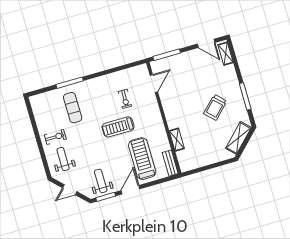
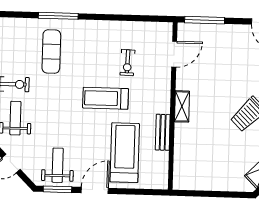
shelving: (177, 140) -> (182, 106), moved
bench: (170, 163) -> (163, 132), moved

